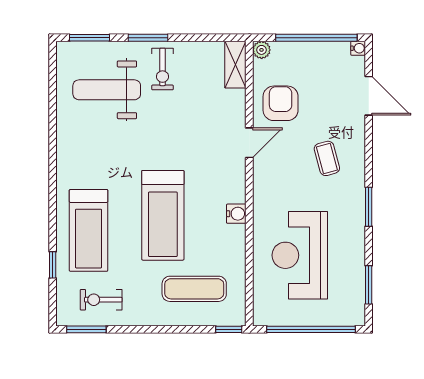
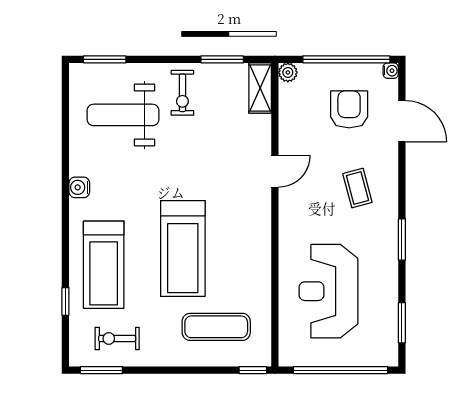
window: (148, 38) -> (222, 59), moved
armchair: (281, 103) -> (349, 109), moved
water cooler: (236, 214) -> (79, 187), moved, turned 180

